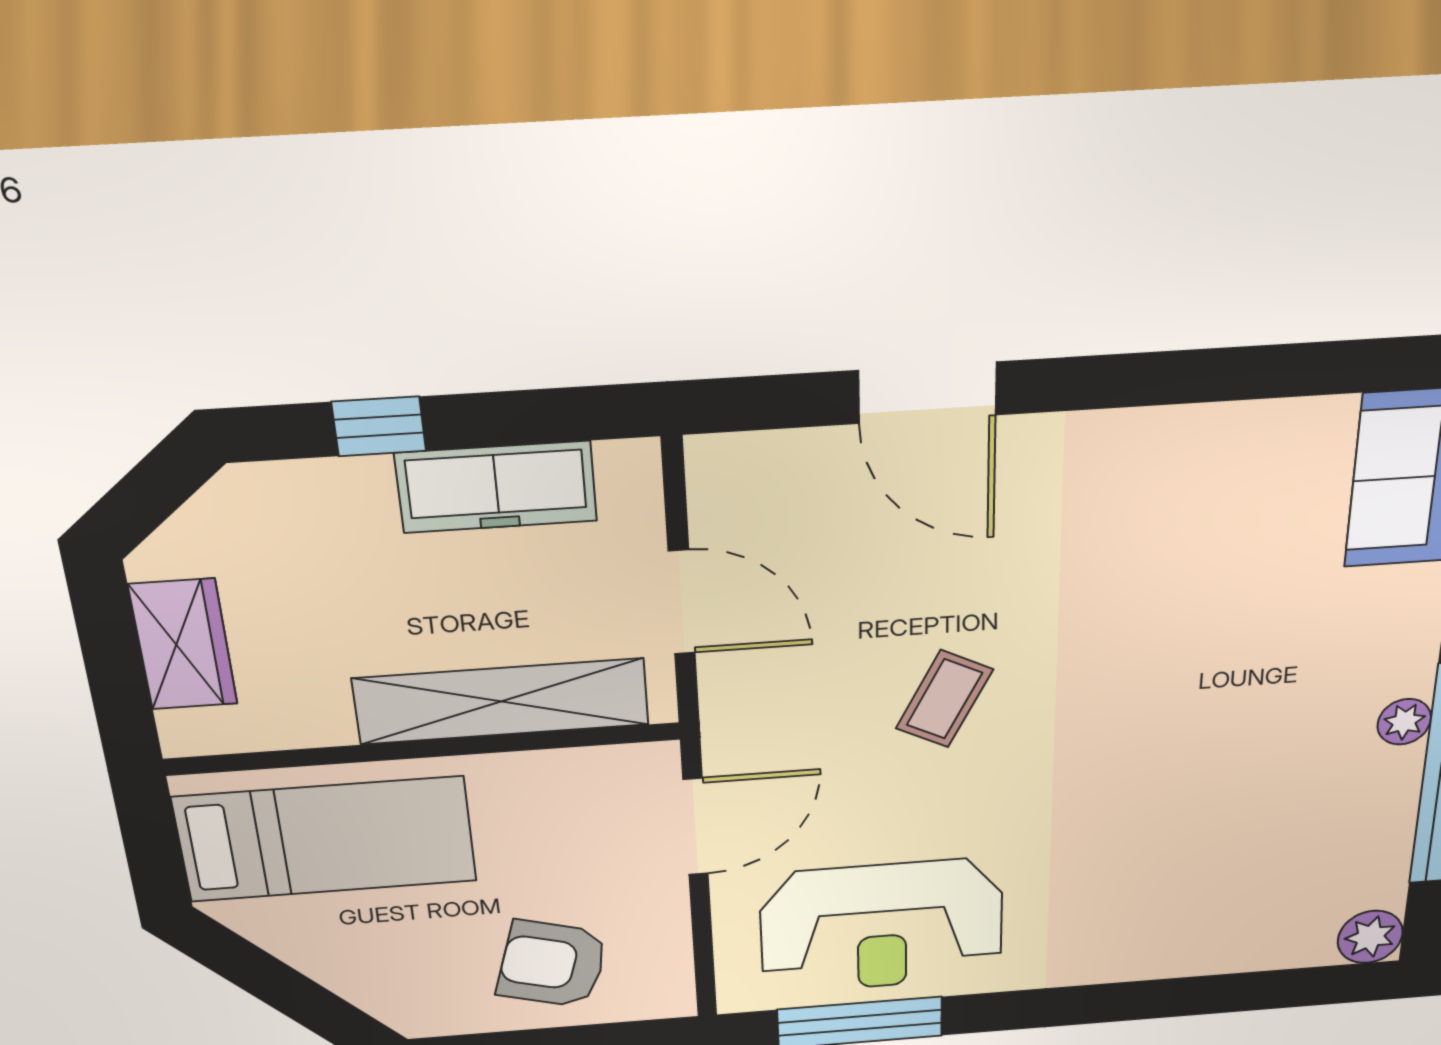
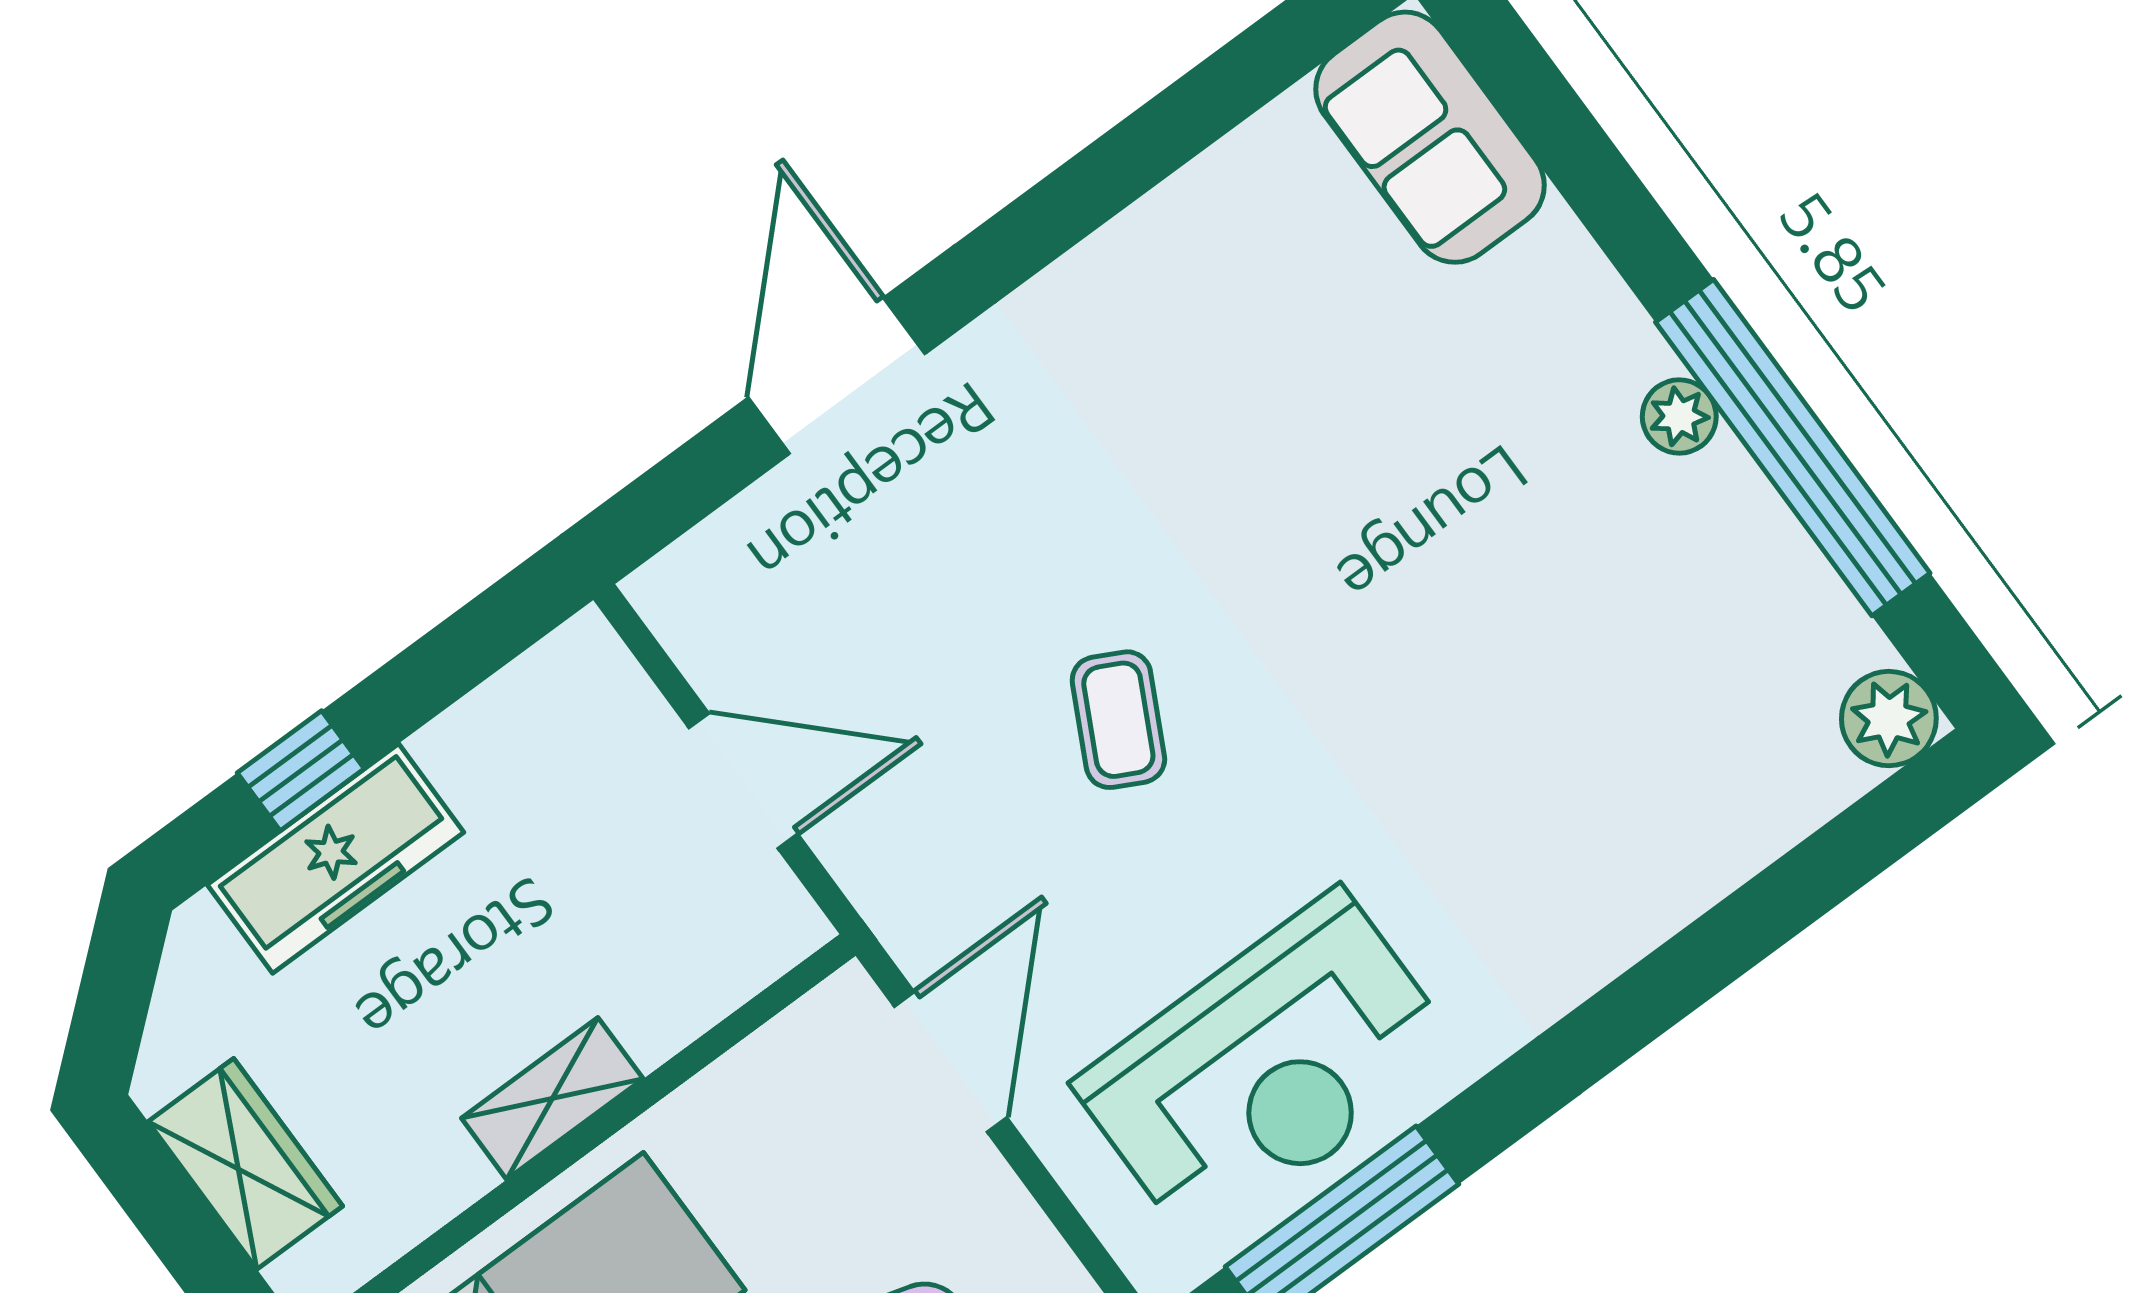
door: (927, 393) -> (837, 376), swing flipped
freezer: (496, 487) -> (336, 859), moved
shelving: (502, 702) -> (552, 1099), width x0.45, depth x0.75

